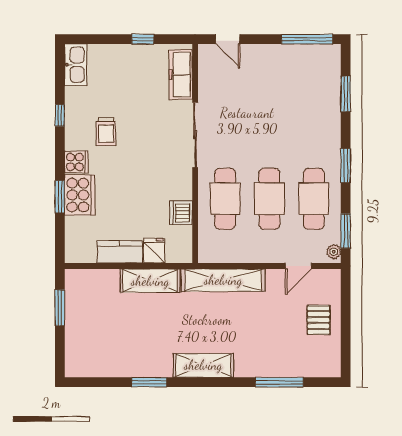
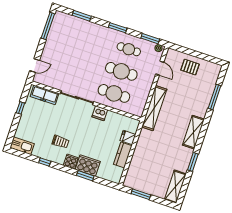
cafe table: (314, 199) -> (129, 49), width x0.73, depth x0.74
dishwasher: (181, 213) -> (100, 113), moved
shelving: (150, 281) -> (175, 187), moved

